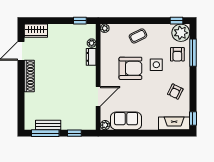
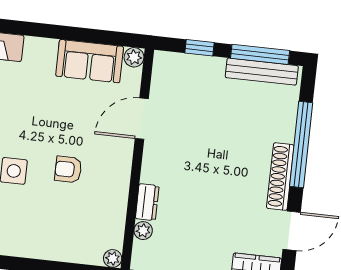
coffee table: (138, 36) -> (45, 235), removed
armchair: (130, 68) -> (68, 169), width x0.53, depth x0.53
window: (21, 92) -> (301, 145), added
bench: (48, 125) -> (262, 72), width x1.36

